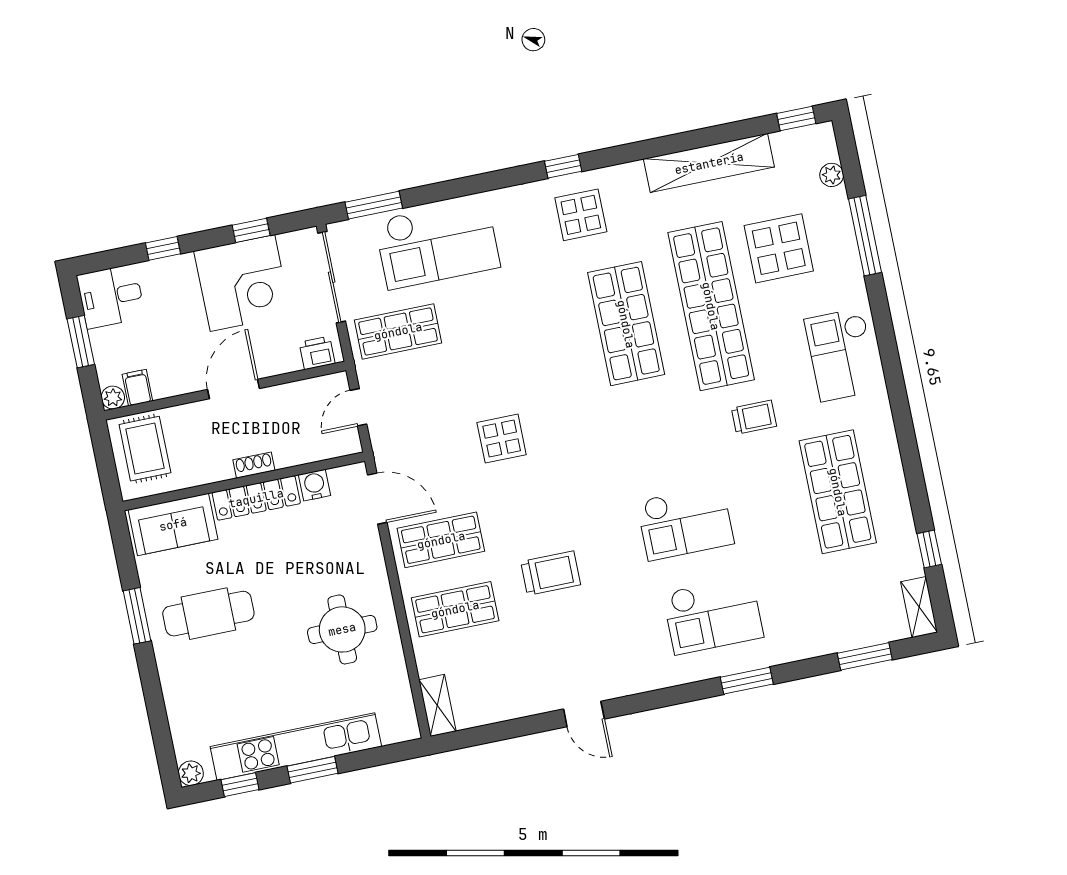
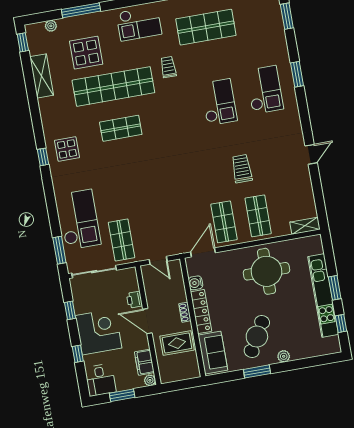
shelving: (709, 163) -> (42, 76), width x0.68
corner desk: (242, 283) -> (99, 332), moved
shop shelf: (626, 324) -> (121, 128), width x0.70, depth x0.74
printer: (317, 353) -> (134, 300), moved
filing cabinet: (137, 388) -> (144, 362), width x2.00
display table: (502, 439) -> (175, 191), removed
rug: (145, 449) -> (177, 343), moved
cafe table: (208, 614) -> (257, 337), turned 30
round table: (342, 629) -> (266, 271), width x1.36, depth x1.36
plant: (191, 773) -> (284, 356), moved

